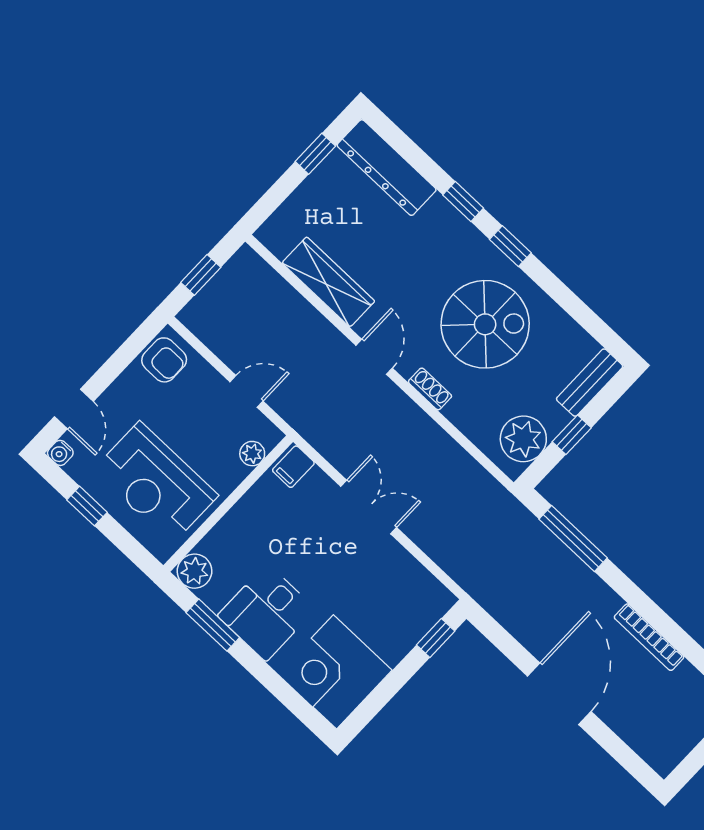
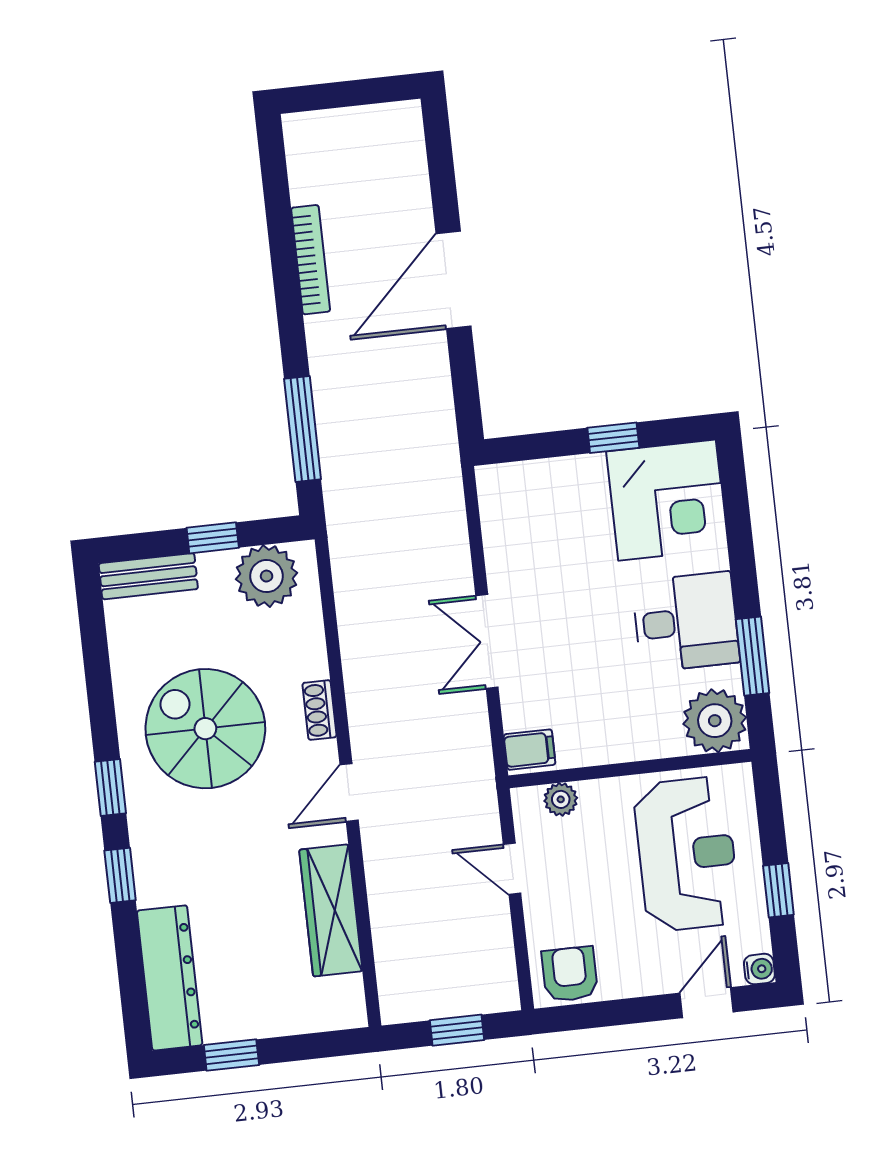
plant: (194, 571) -> (715, 721), width x1.36, depth x1.36
window: (436, 638) -> (613, 438), moved

